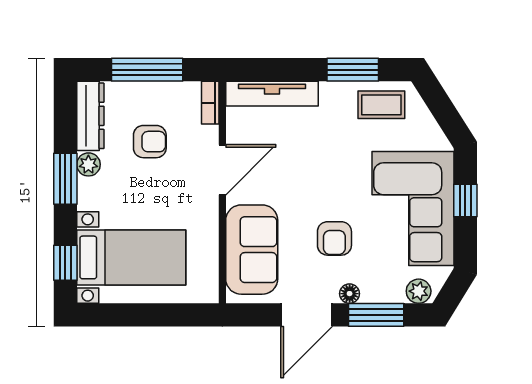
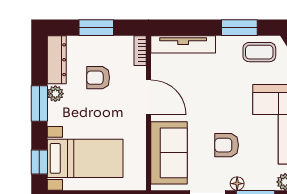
window: (147, 70) -> (96, 28), width x0.69
armchair: (150, 142) -> (98, 78), turned 180
door: (222, 170) -> (149, 97), hinge flipped
armchair: (334, 238) -> (227, 145), turned 90

